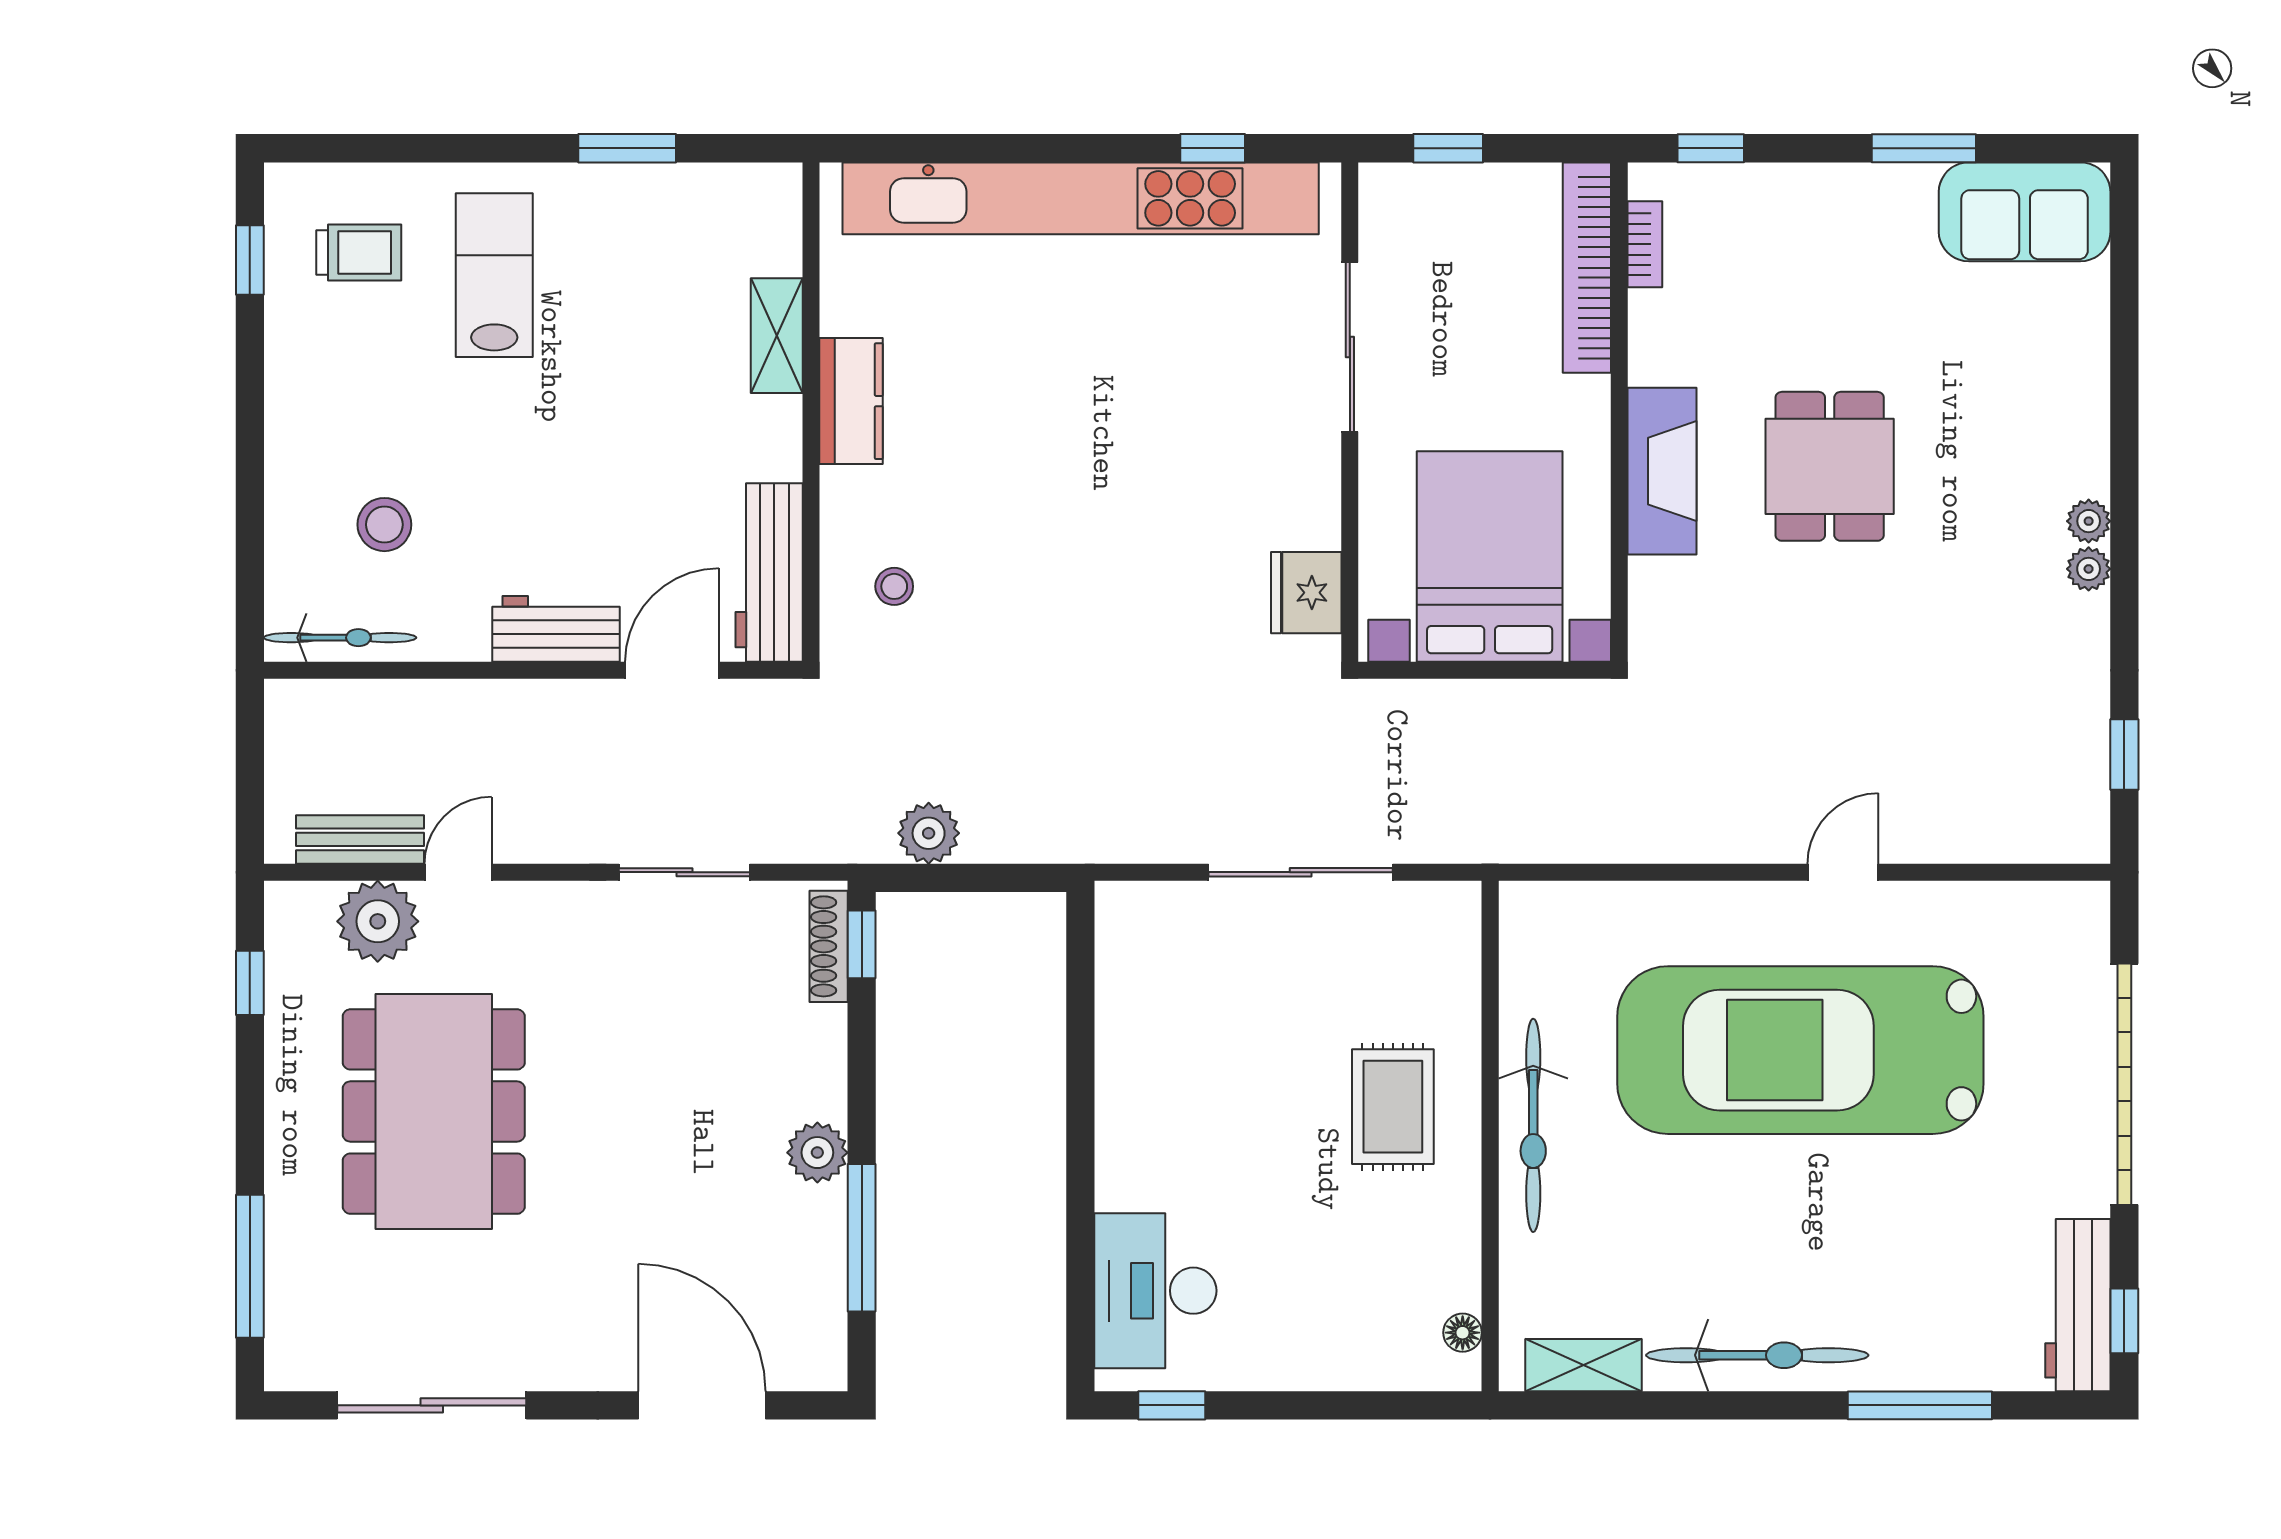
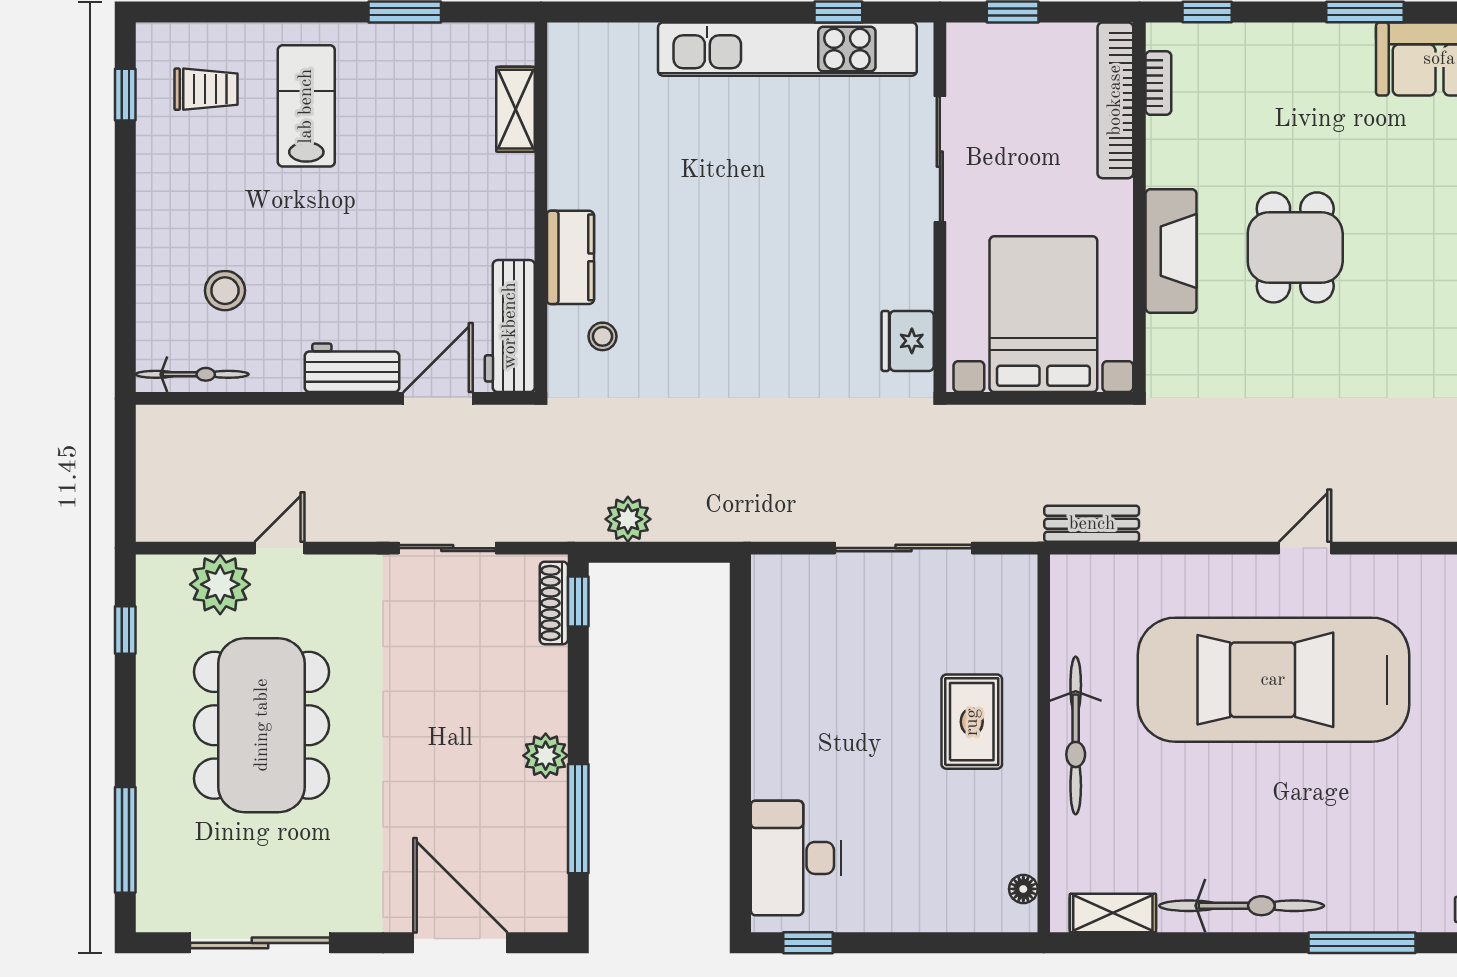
kitchen unit: (1081, 198) -> (787, 49), width x0.73
shelving: (777, 336) -> (515, 109), moved
kitchen counter: (851, 401) -> (570, 257), moved
bench: (360, 839) -> (1092, 524), moved

